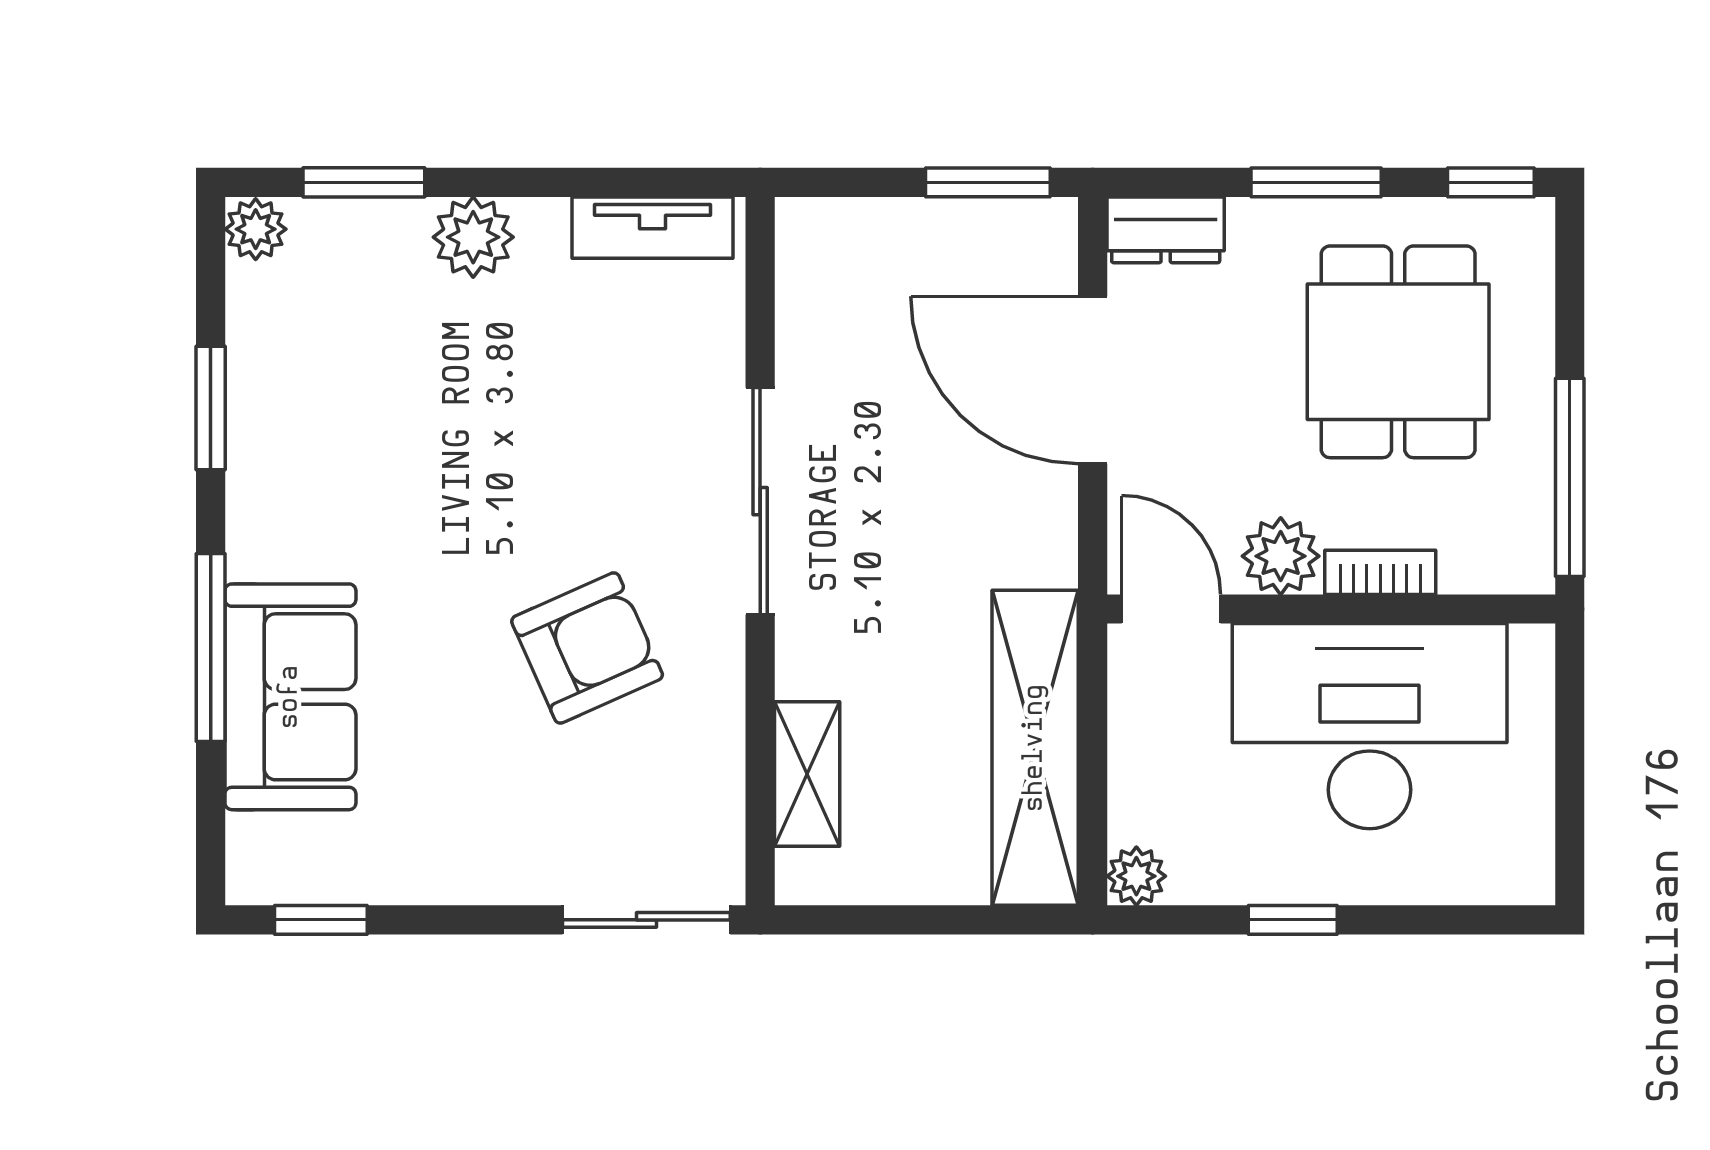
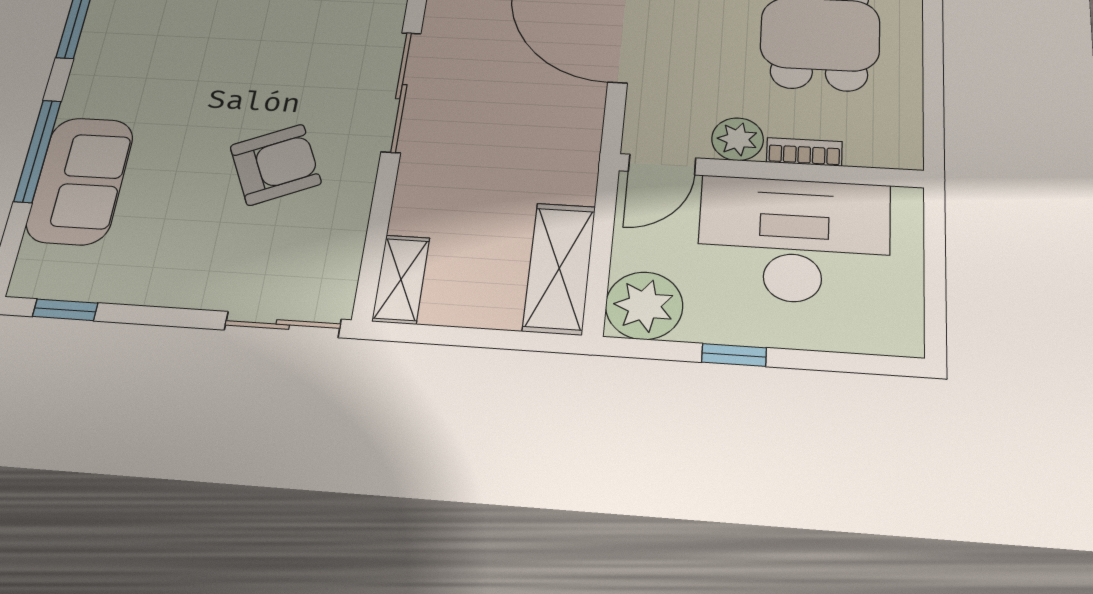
window: (1570, 477) -> (933, 106), removed
door: (1171, 609) -> (662, 165), swing flipped
shelving: (1035, 748) -> (559, 268), width x0.68
shelving: (807, 774) -> (401, 279), moved
plant: (1136, 876) -> (644, 306), width x1.88, depth x1.88

